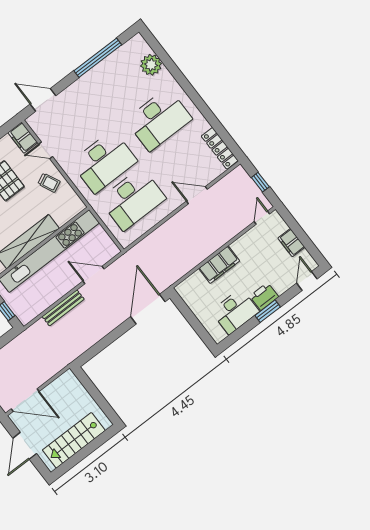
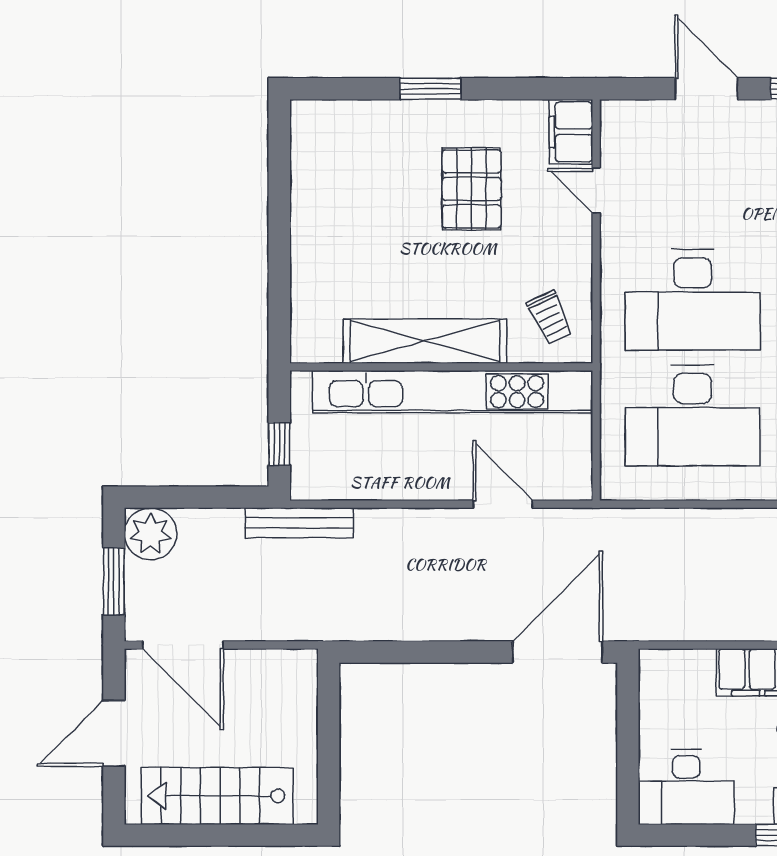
door: (43, 100) -> (707, 89), moved
trolley: (49, 183) -> (550, 317), moved
bench: (63, 308) -> (299, 523), moved
desk: (235, 311) -> (686, 787), moved

